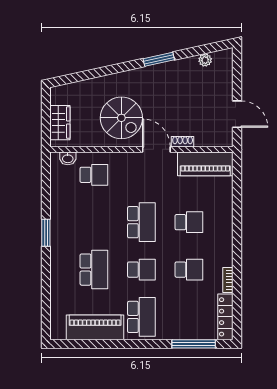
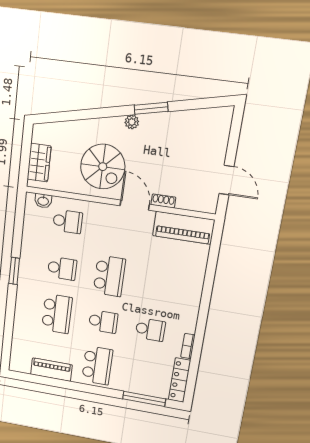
plant: (205, 60) -> (132, 122), moved
school desk: (189, 222) -> (62, 268), moved
piano: (95, 327) -> (51, 370), width x0.73, depth x0.75

